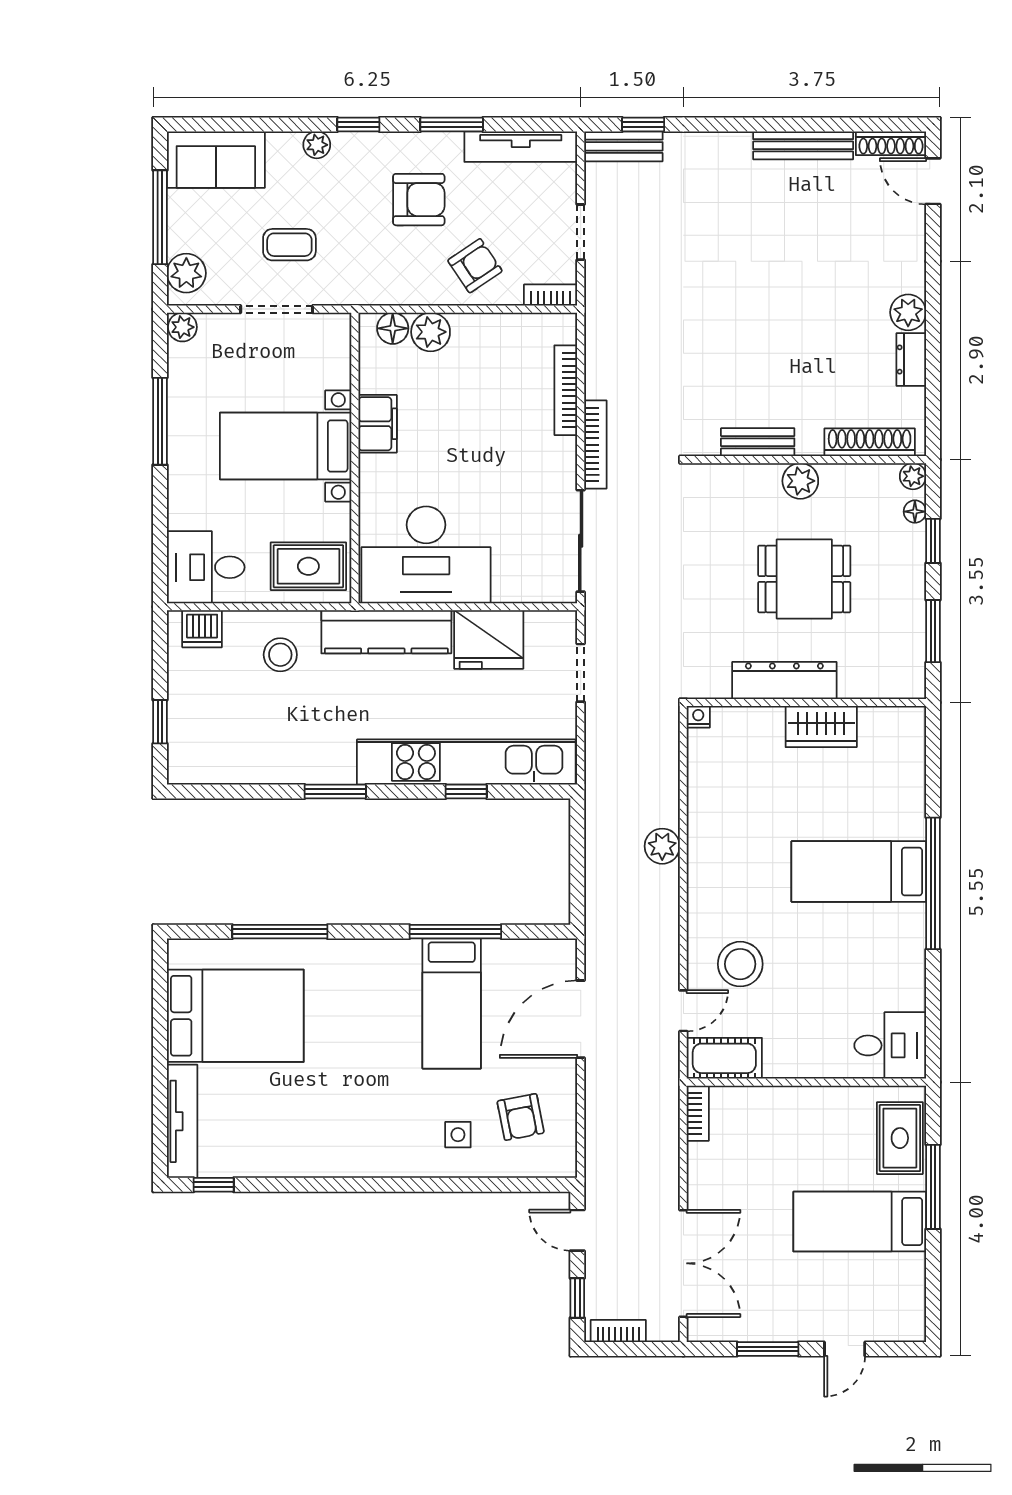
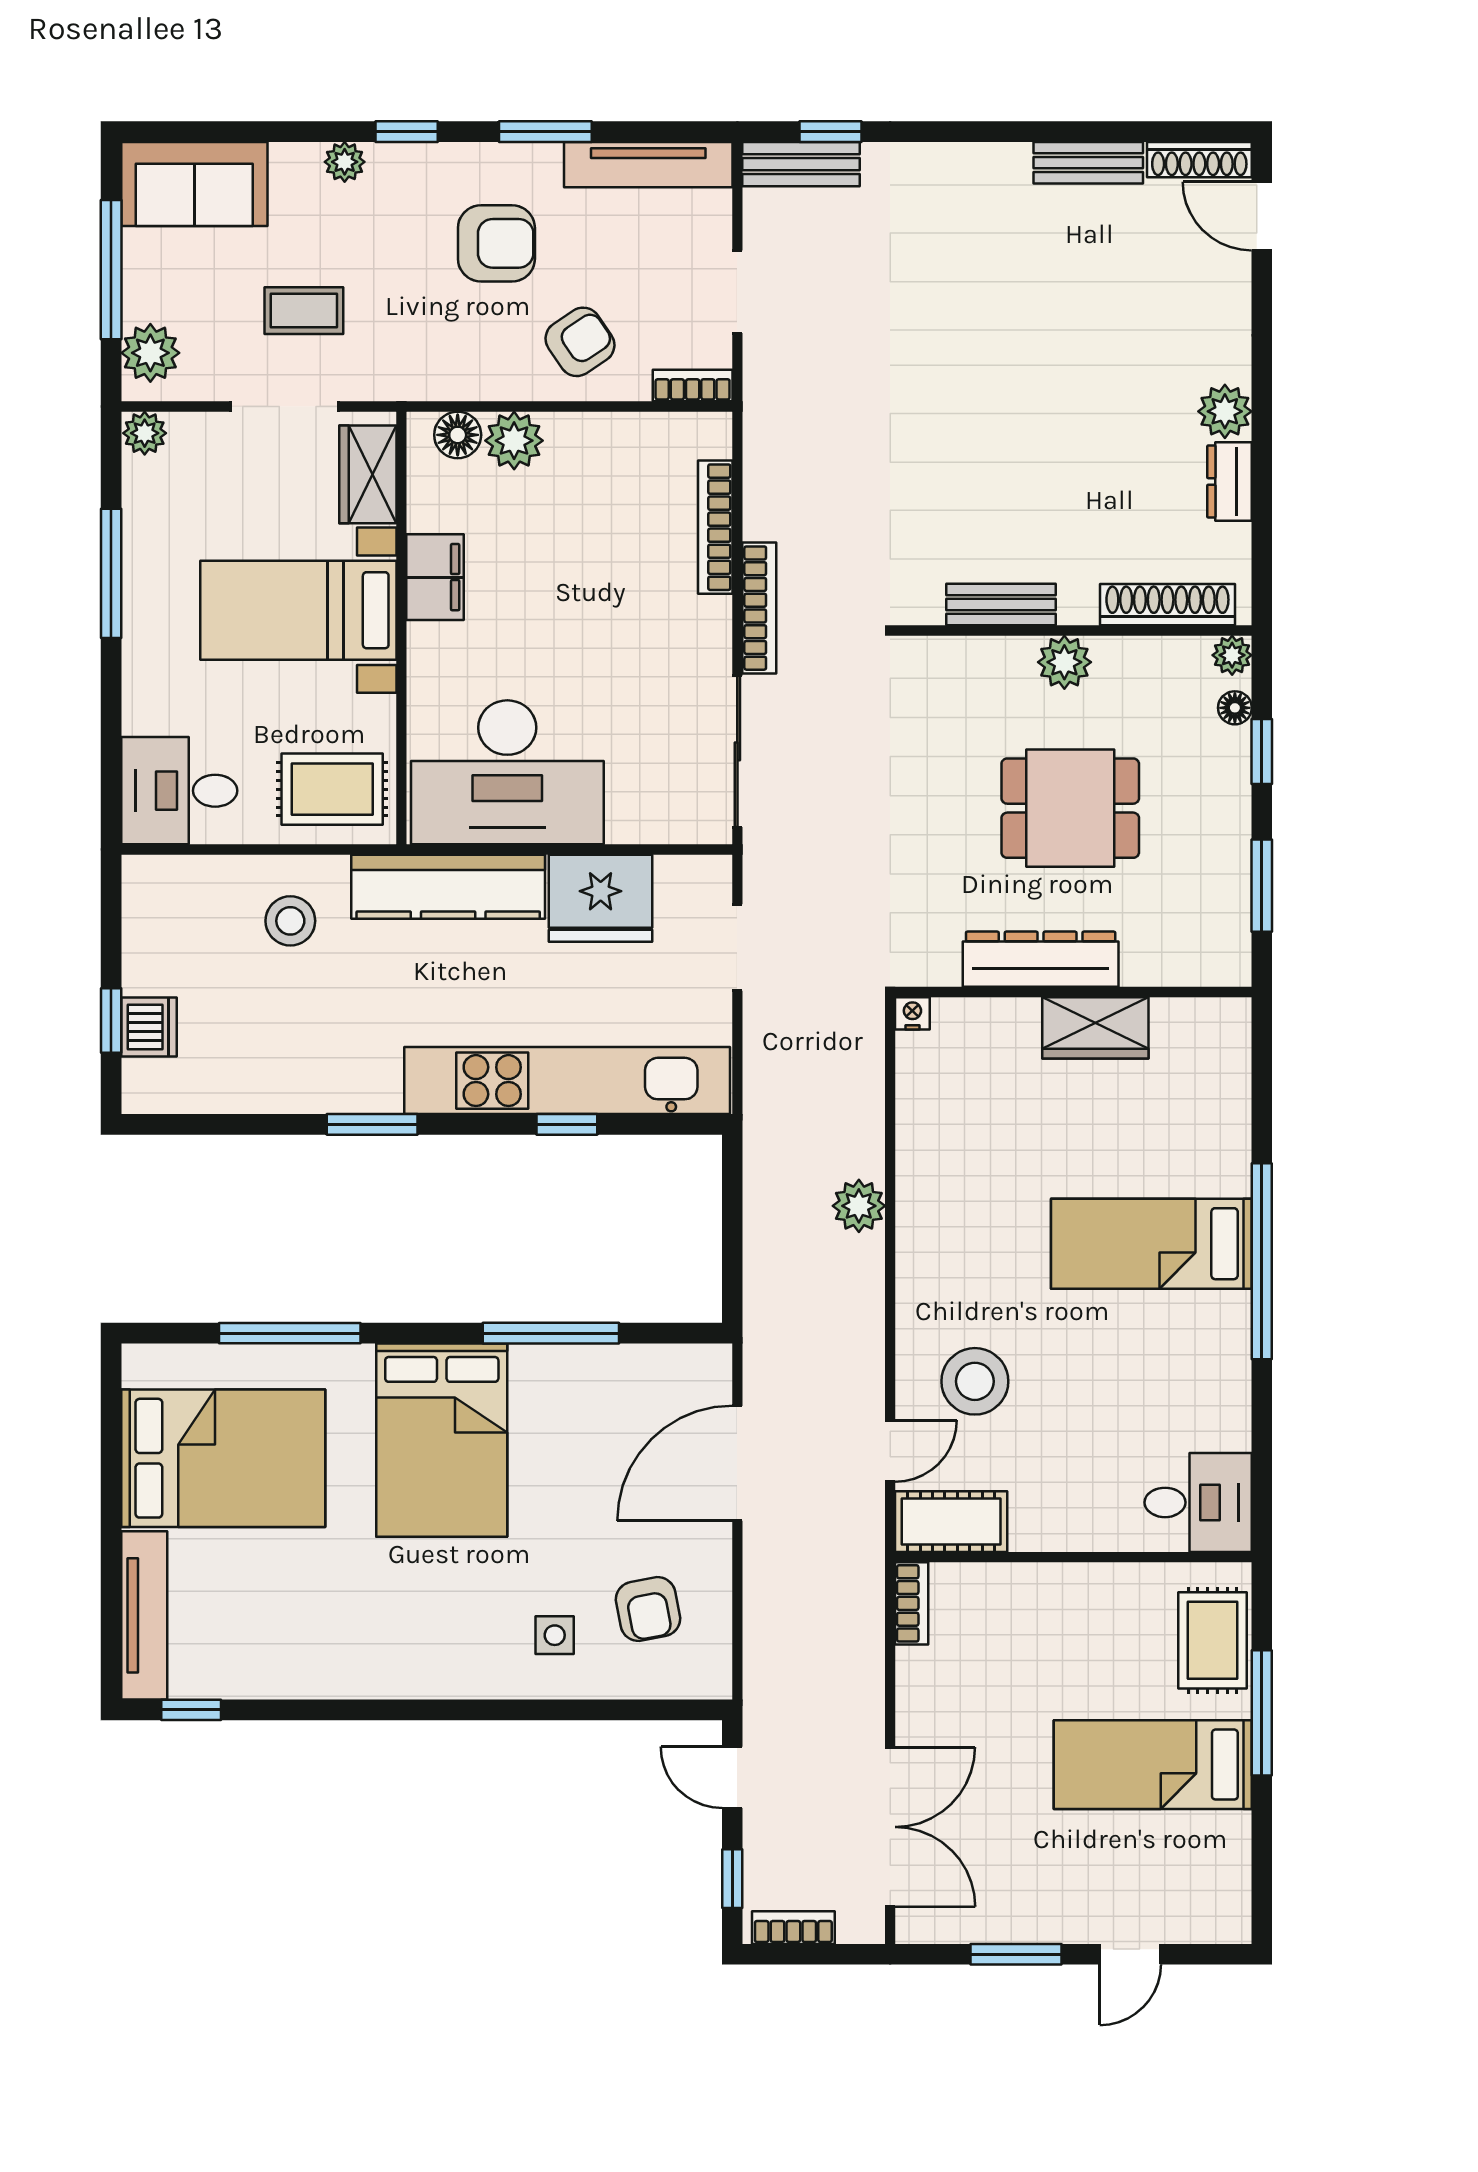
bench: (803, 145) -> (1088, 163), width x0.73
wardrobe: (332, 355) -> (368, 474), added
dishwasher: (202, 629) -> (149, 1027), moved, turned -90
bed: (452, 1004) -> (442, 1440), moved, width x1.50

